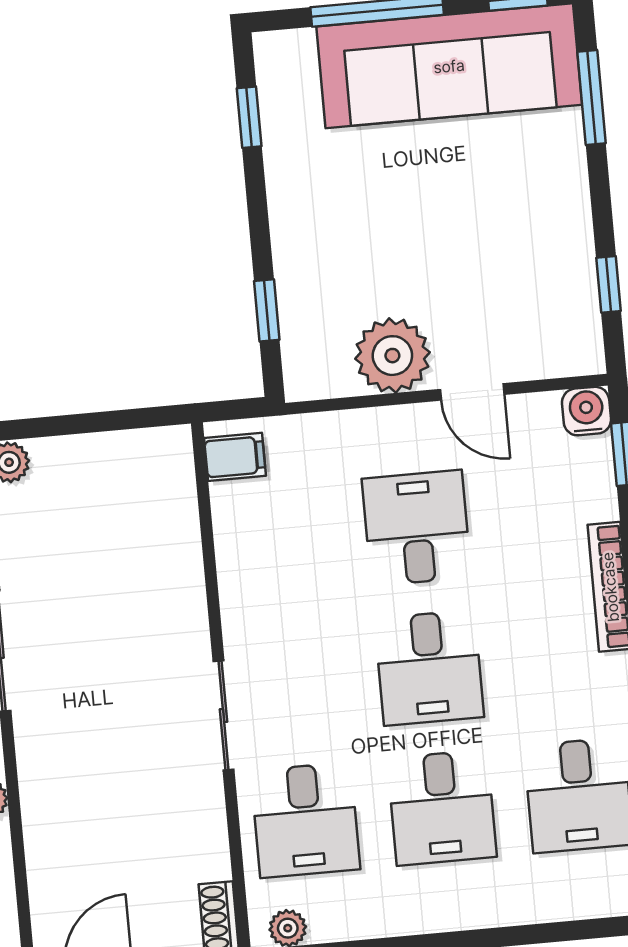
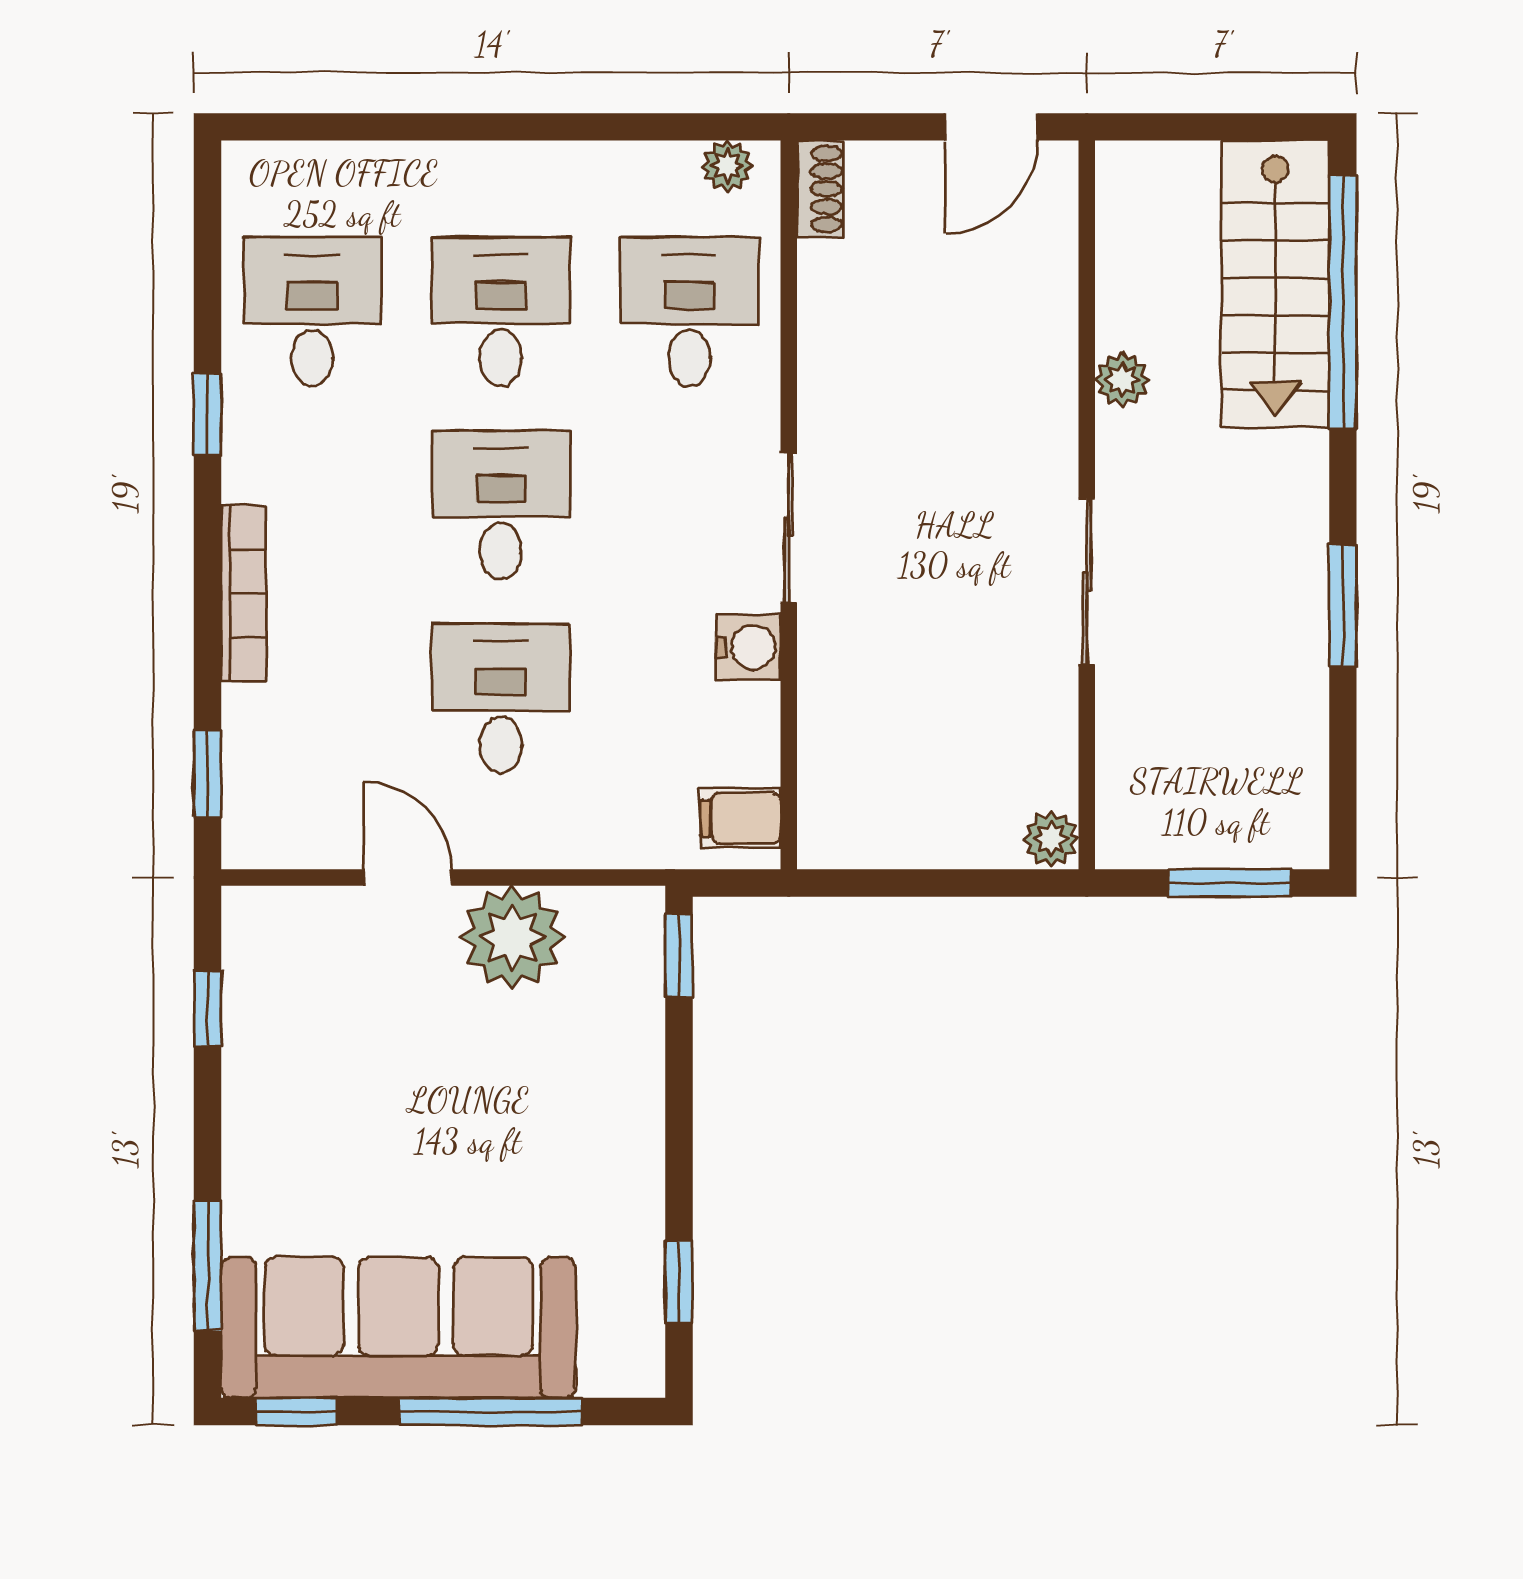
window: (267, 310) -> (679, 955), moved
water cooler: (586, 411) -> (748, 647), moved, turned -90
desk: (417, 528) -> (501, 698), turned 180
sliding door: (223, 716) -> (789, 528), moved

